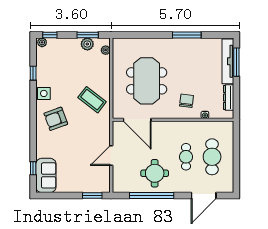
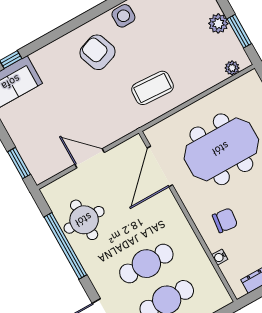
plant: (87, 44) -> (218, 23), moved
coffee table: (92, 100) -> (153, 88), turned 55
cafe table: (186, 157) -> (146, 264), width x1.37, depth x1.35
round table: (155, 173) -> (84, 220), moved

